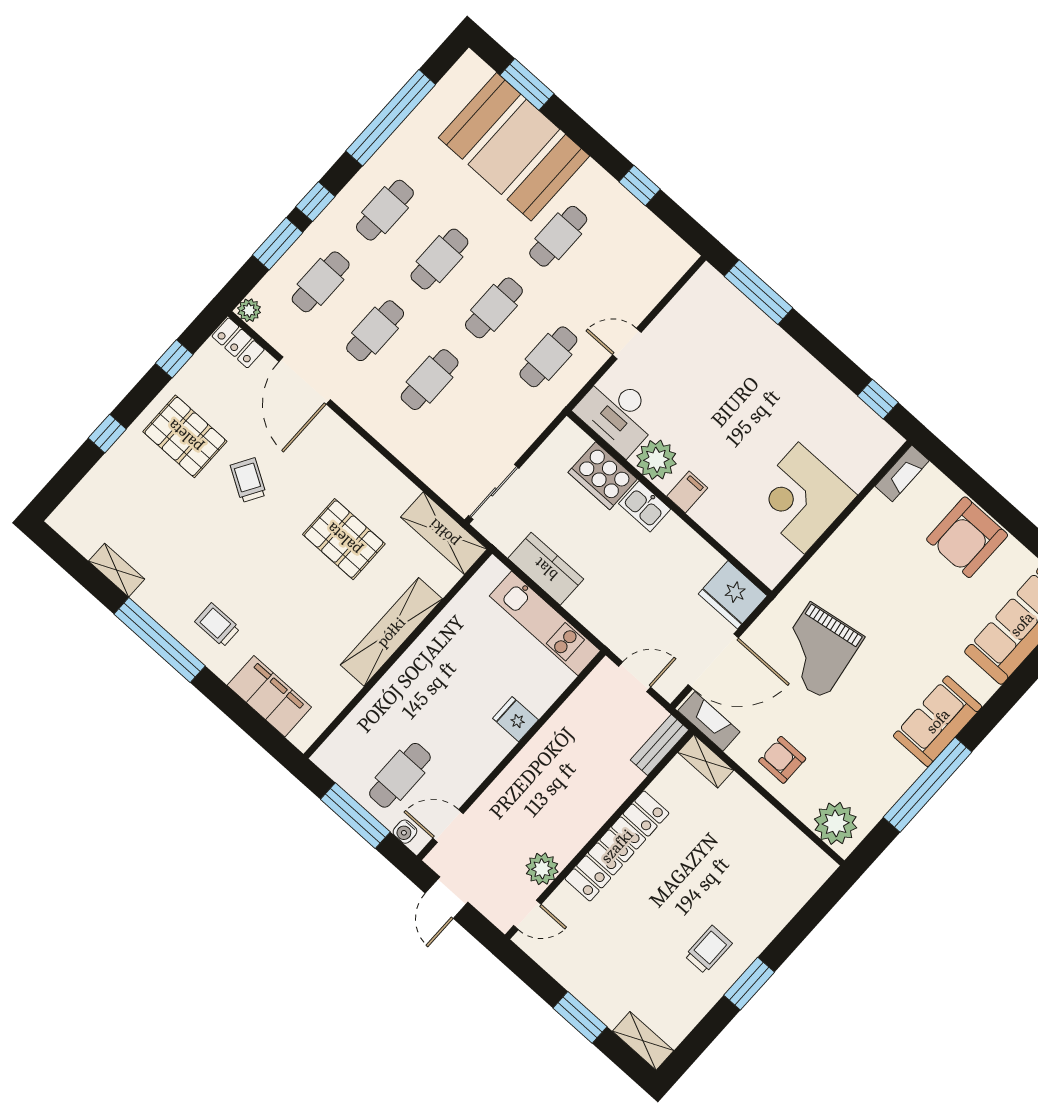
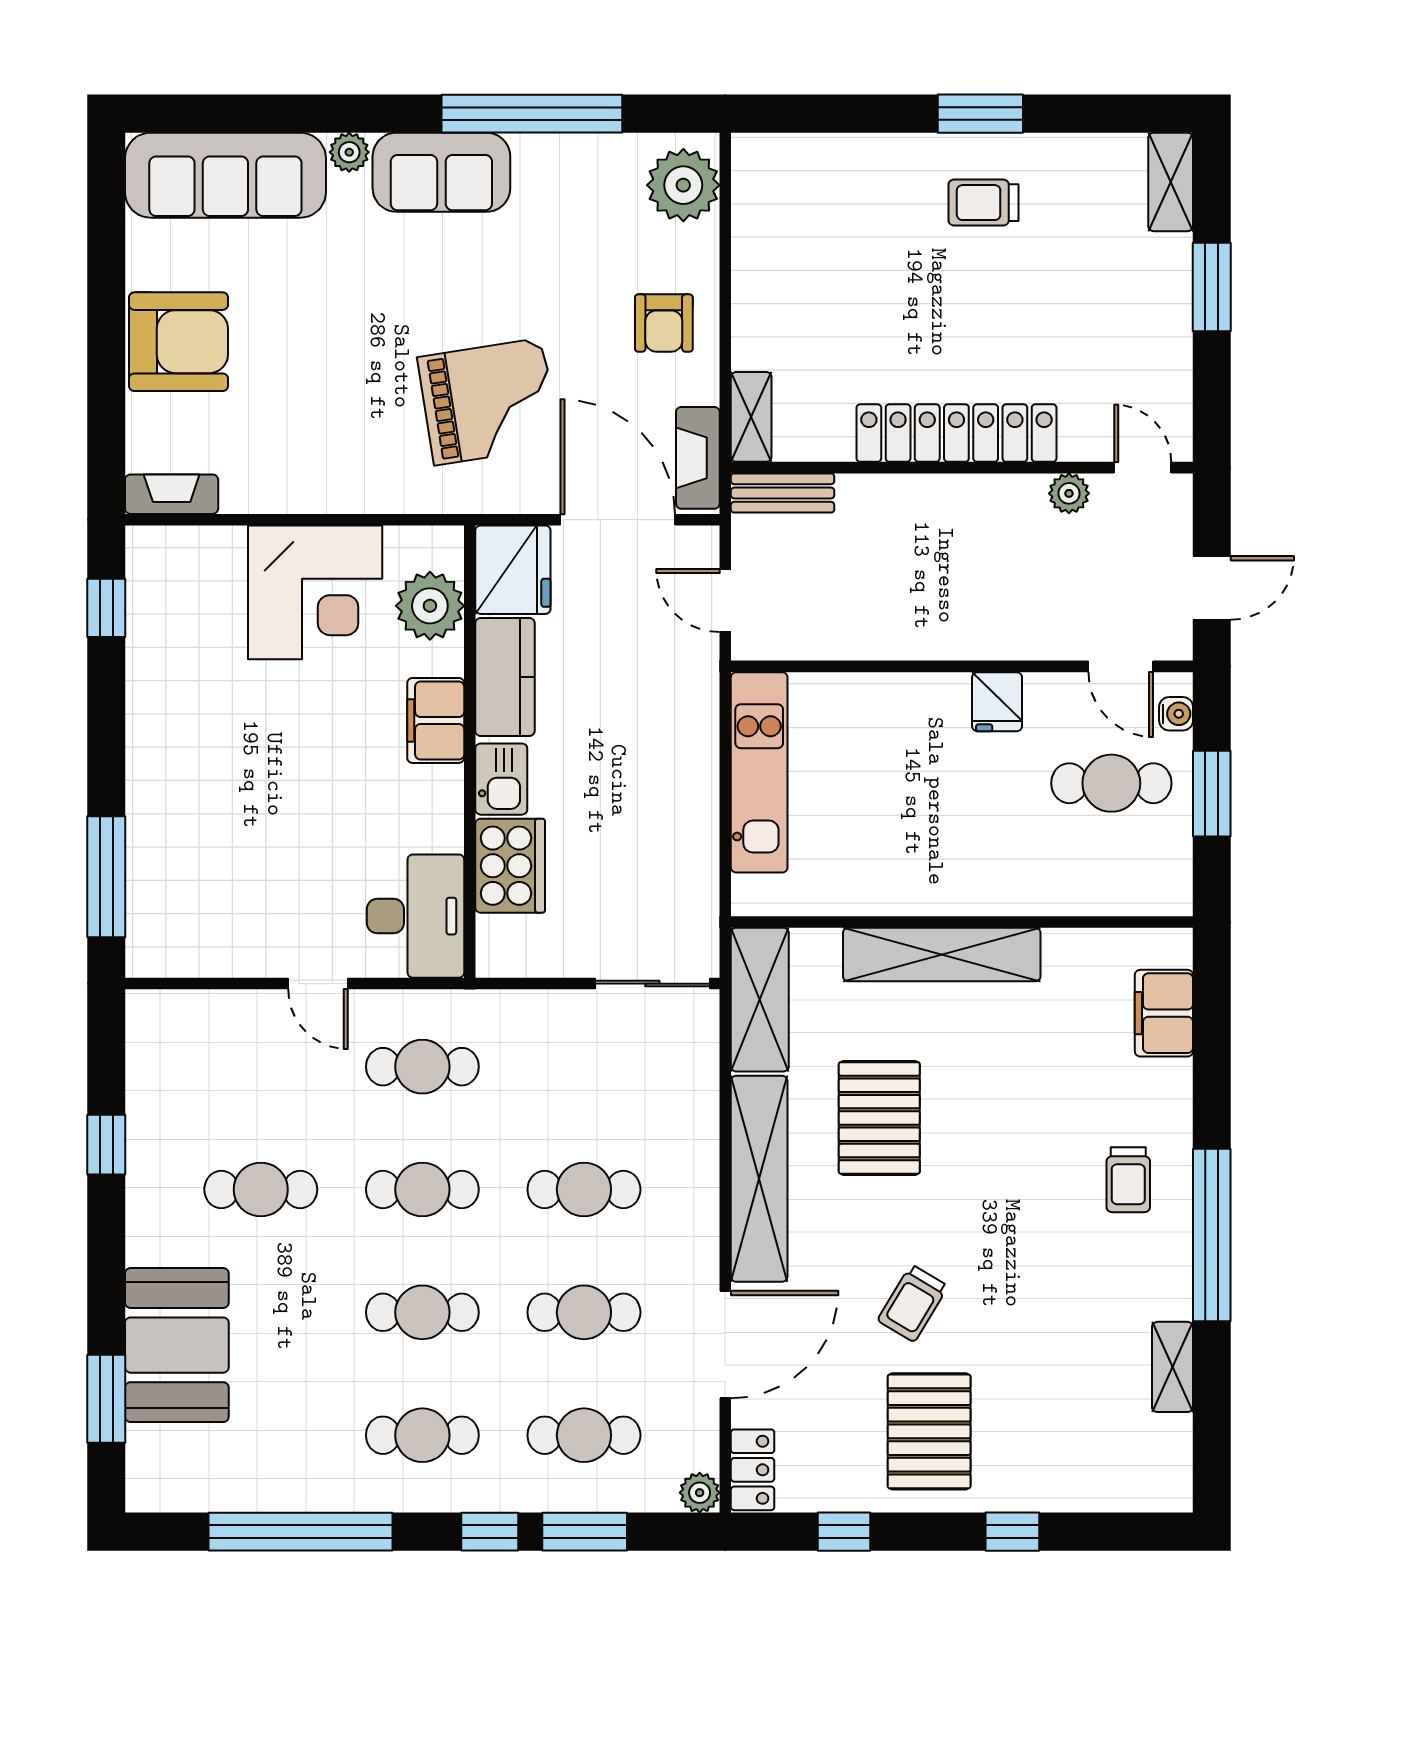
booth: (514, 147) -> (177, 1345), width x0.73, depth x0.70
plant: (656, 460) -> (430, 606), moved
shelving: (365, 462) -> (759, 1179), added
filing cabinet: (687, 492) -> (436, 720), width x2.00
kitchen counter: (546, 569) -> (505, 677), moved, turned 180
plant: (983, 688) -> (349, 152), added
filing cabinet: (269, 696) -> (1164, 1013), width x0.67, depth x0.86
fridge: (515, 719) -> (997, 702), moved
window: (355, 816) -> (1212, 794), width x0.69
plant: (542, 869) -> (1069, 493), width x0.73, depth x0.73

